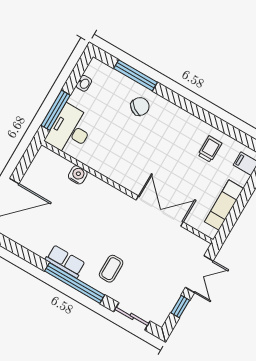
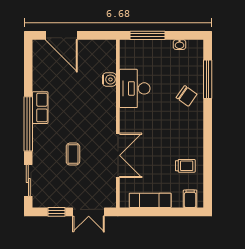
desk: (70, 130) -> (135, 88), moved, turned -90
coffee table: (111, 269) -> (73, 154), moved, turned 90

